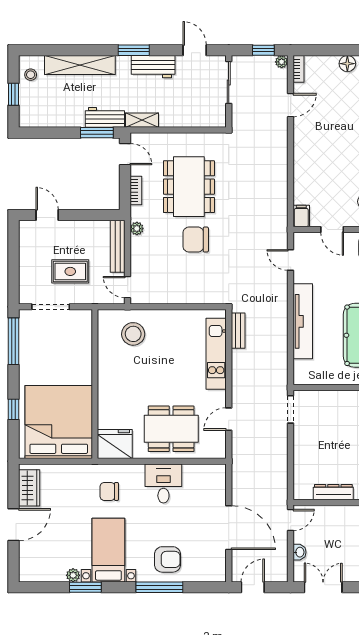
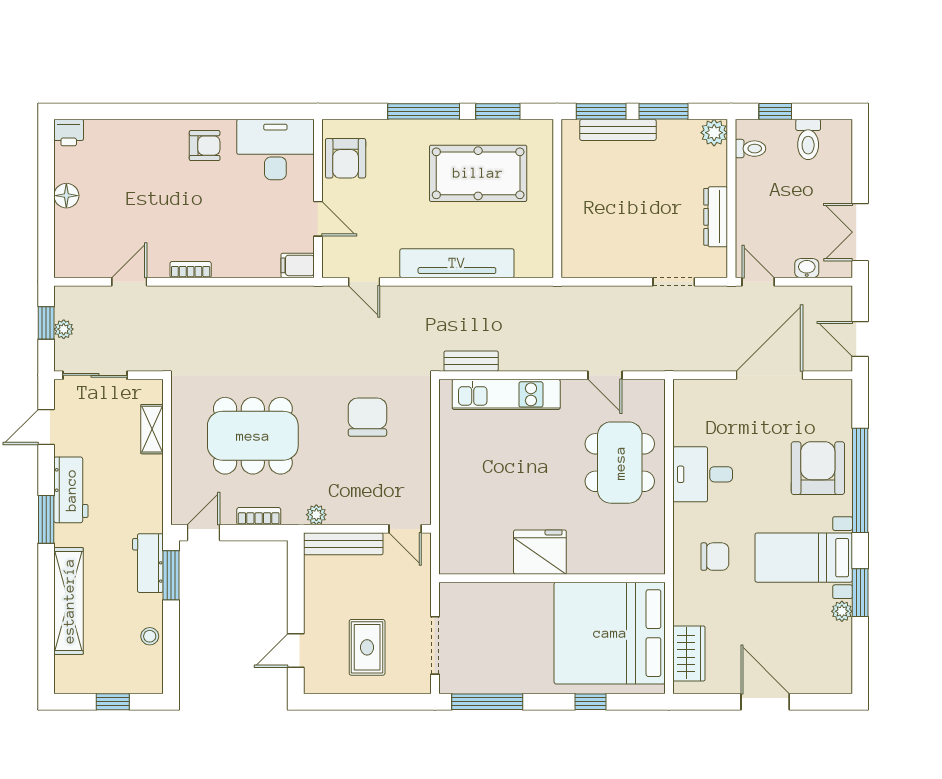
plant: (282, 62) -> (64, 329), moved
bookcase: (298, 69) -> (191, 270), moved
stool: (31, 75) -> (150, 636), moved
door: (291, 105) -> (129, 282), hinge flipped
shelving: (142, 120) -> (152, 429), moved
door: (332, 230) -> (318, 219), hinge flipped
chair: (196, 240) -> (367, 417), moved, turned 180
door: (291, 260) -> (364, 282), hinge flipped
rug: (70, 271) -> (367, 647), moved
door: (128, 287) -> (405, 529), hinge flipped
stool: (133, 334) -> (476, 520), removed
doorway: (291, 409) -> (674, 282), moved
fridge: (115, 444) -> (540, 552), moved, turned 90
wardrobe: (29, 488) -> (689, 653), moved, turned 90
chair: (109, 491) -> (715, 557), turned -90
armchair: (168, 559) -> (818, 468), width x1.36, depth x1.36
window: (159, 587) -> (860, 480), width x1.46

